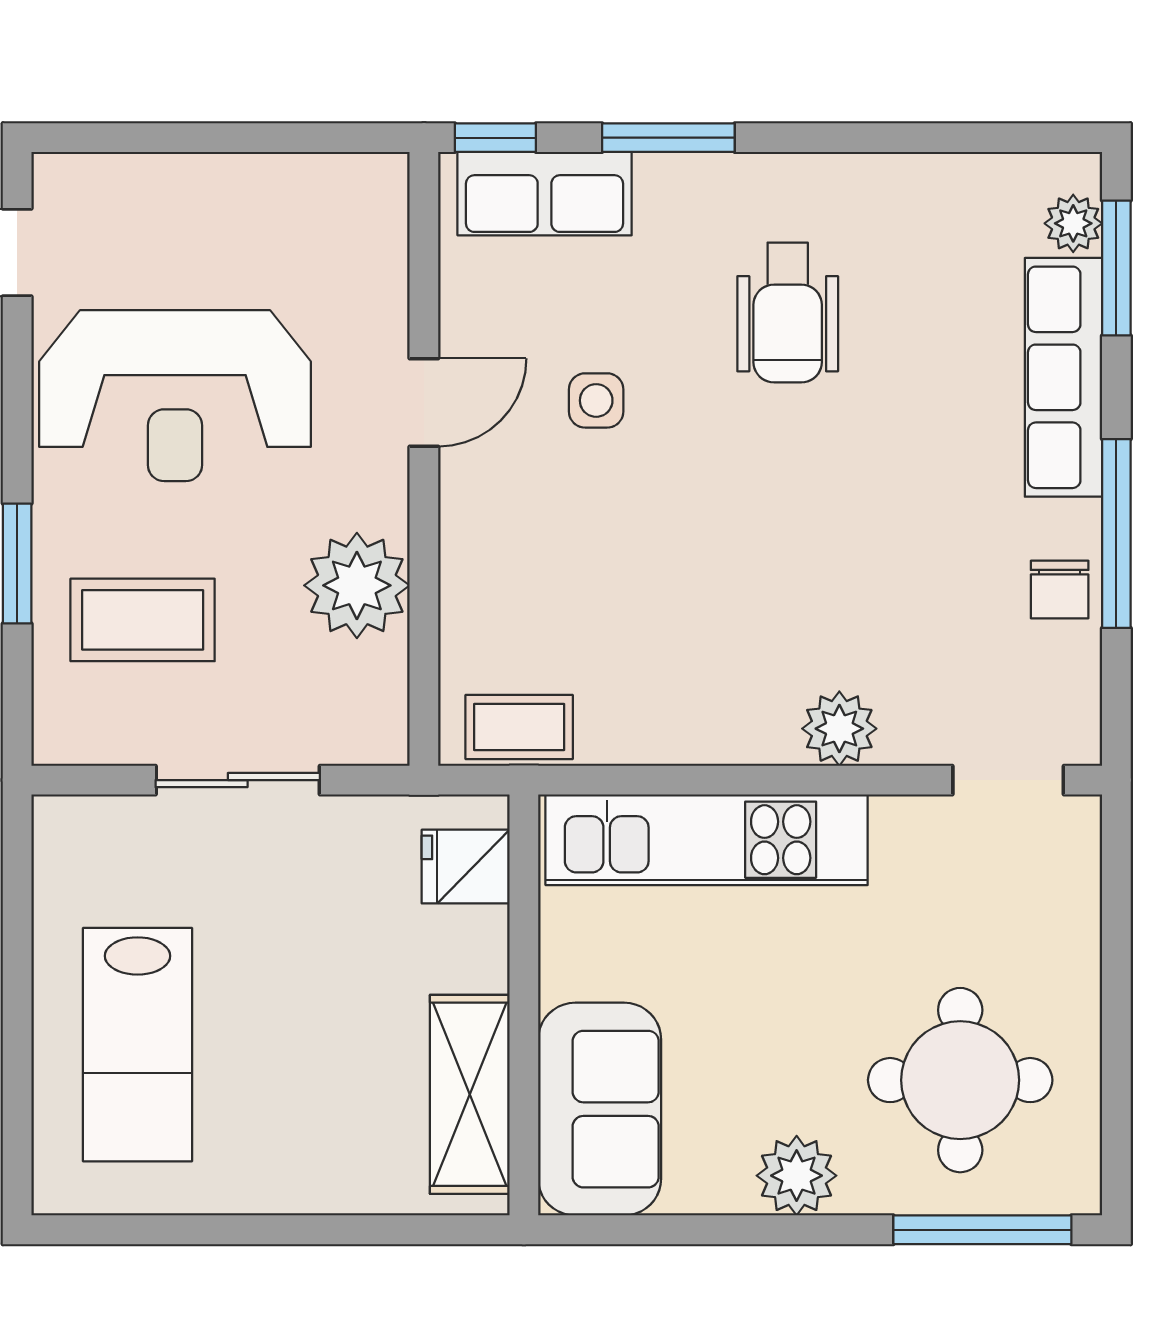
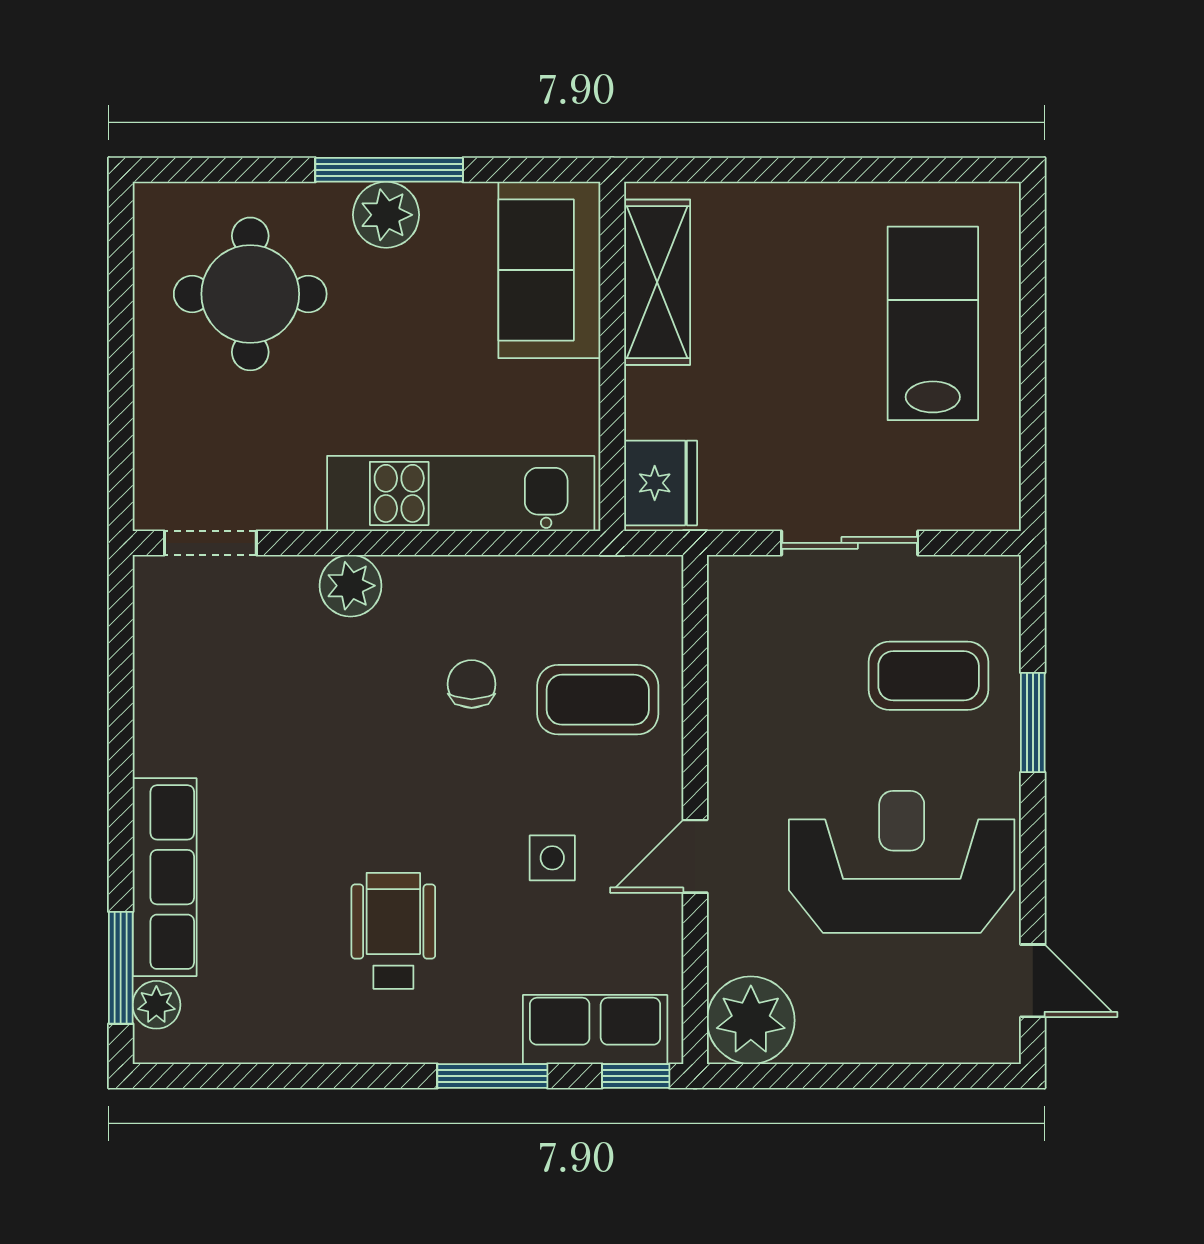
window: (1116, 534) -> (121, 747), removed
plant: (357, 585) -> (751, 1020), moved
chair: (1060, 589) -> (472, 684), moved
coffee table: (519, 727) -> (598, 700), moved, width x1.36, depth x1.30
fridge: (466, 867) -> (661, 483), width x1.38
window: (982, 1230) -> (389, 170), moved

